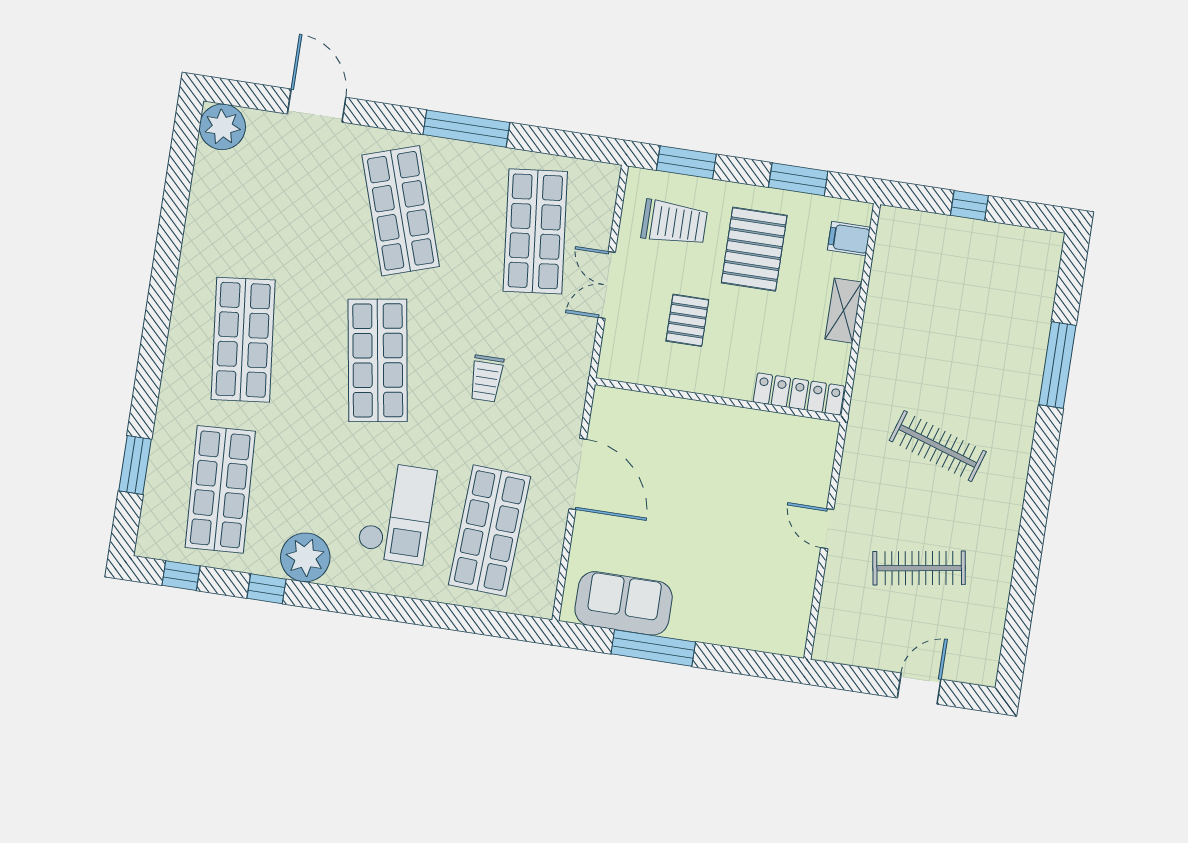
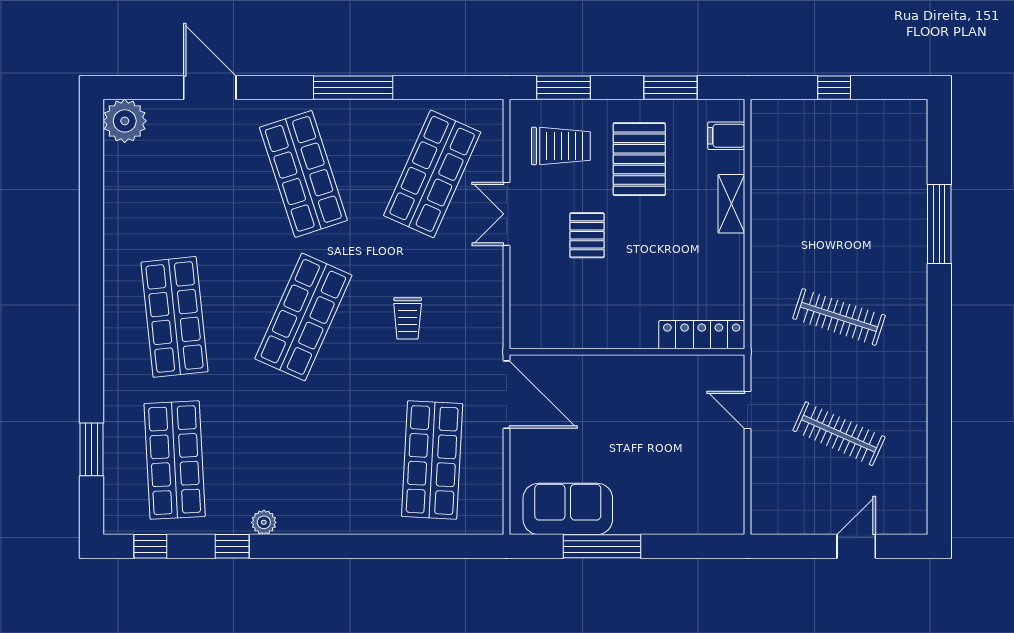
shop shelf: (535, 231) -> (432, 174), turned 30
shop shelf: (378, 360) -> (303, 317), turned 33
locker: (799, 394) -> (702, 335), moved
wall: (718, 400) -> (627, 352), moved
checkout: (397, 513) -> (343, 457), removed
plant: (305, 557) -> (264, 522), width x0.53, depth x0.53
clothes rail: (919, 568) -> (839, 434), turned 33

